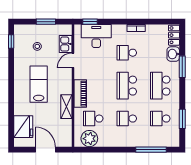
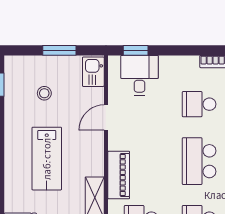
desk: (96, 36) -> (139, 75), width x0.73
kitchen sink: (66, 44) -> (93, 72), moved
lab bench: (39, 84) -> (47, 159), turned 180

